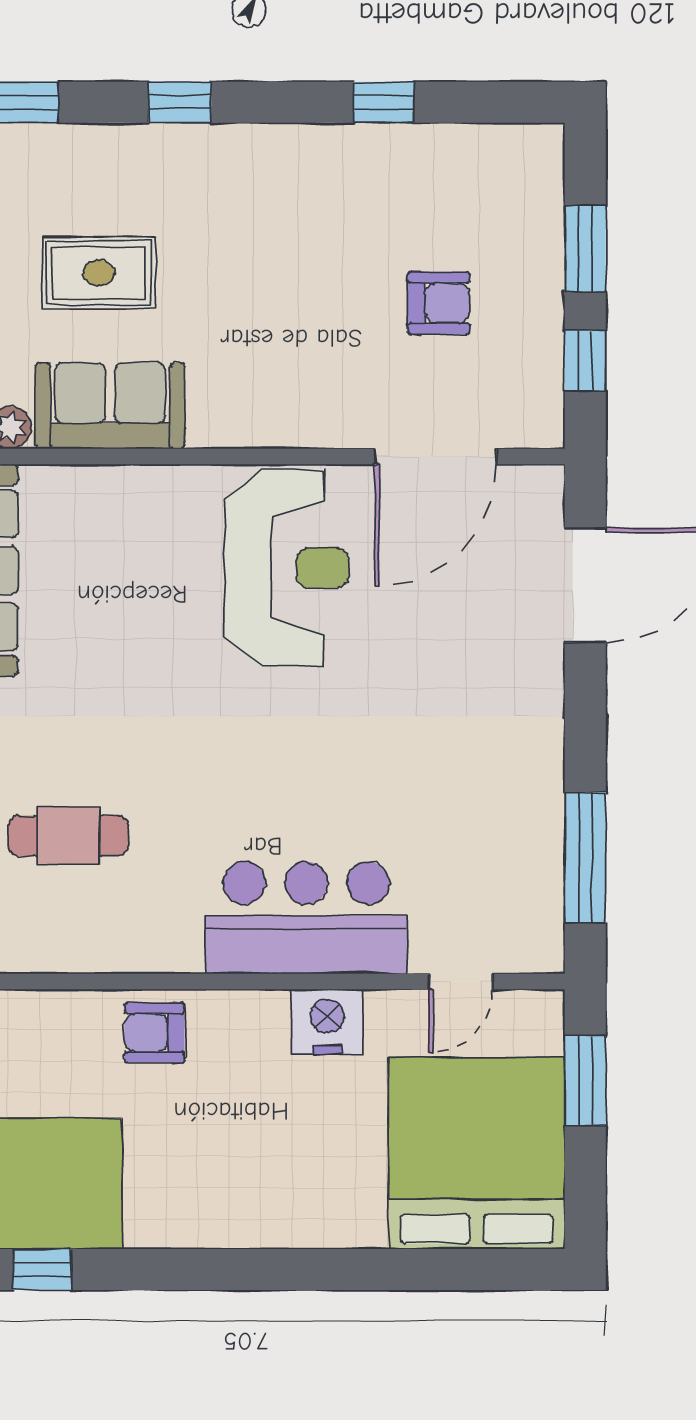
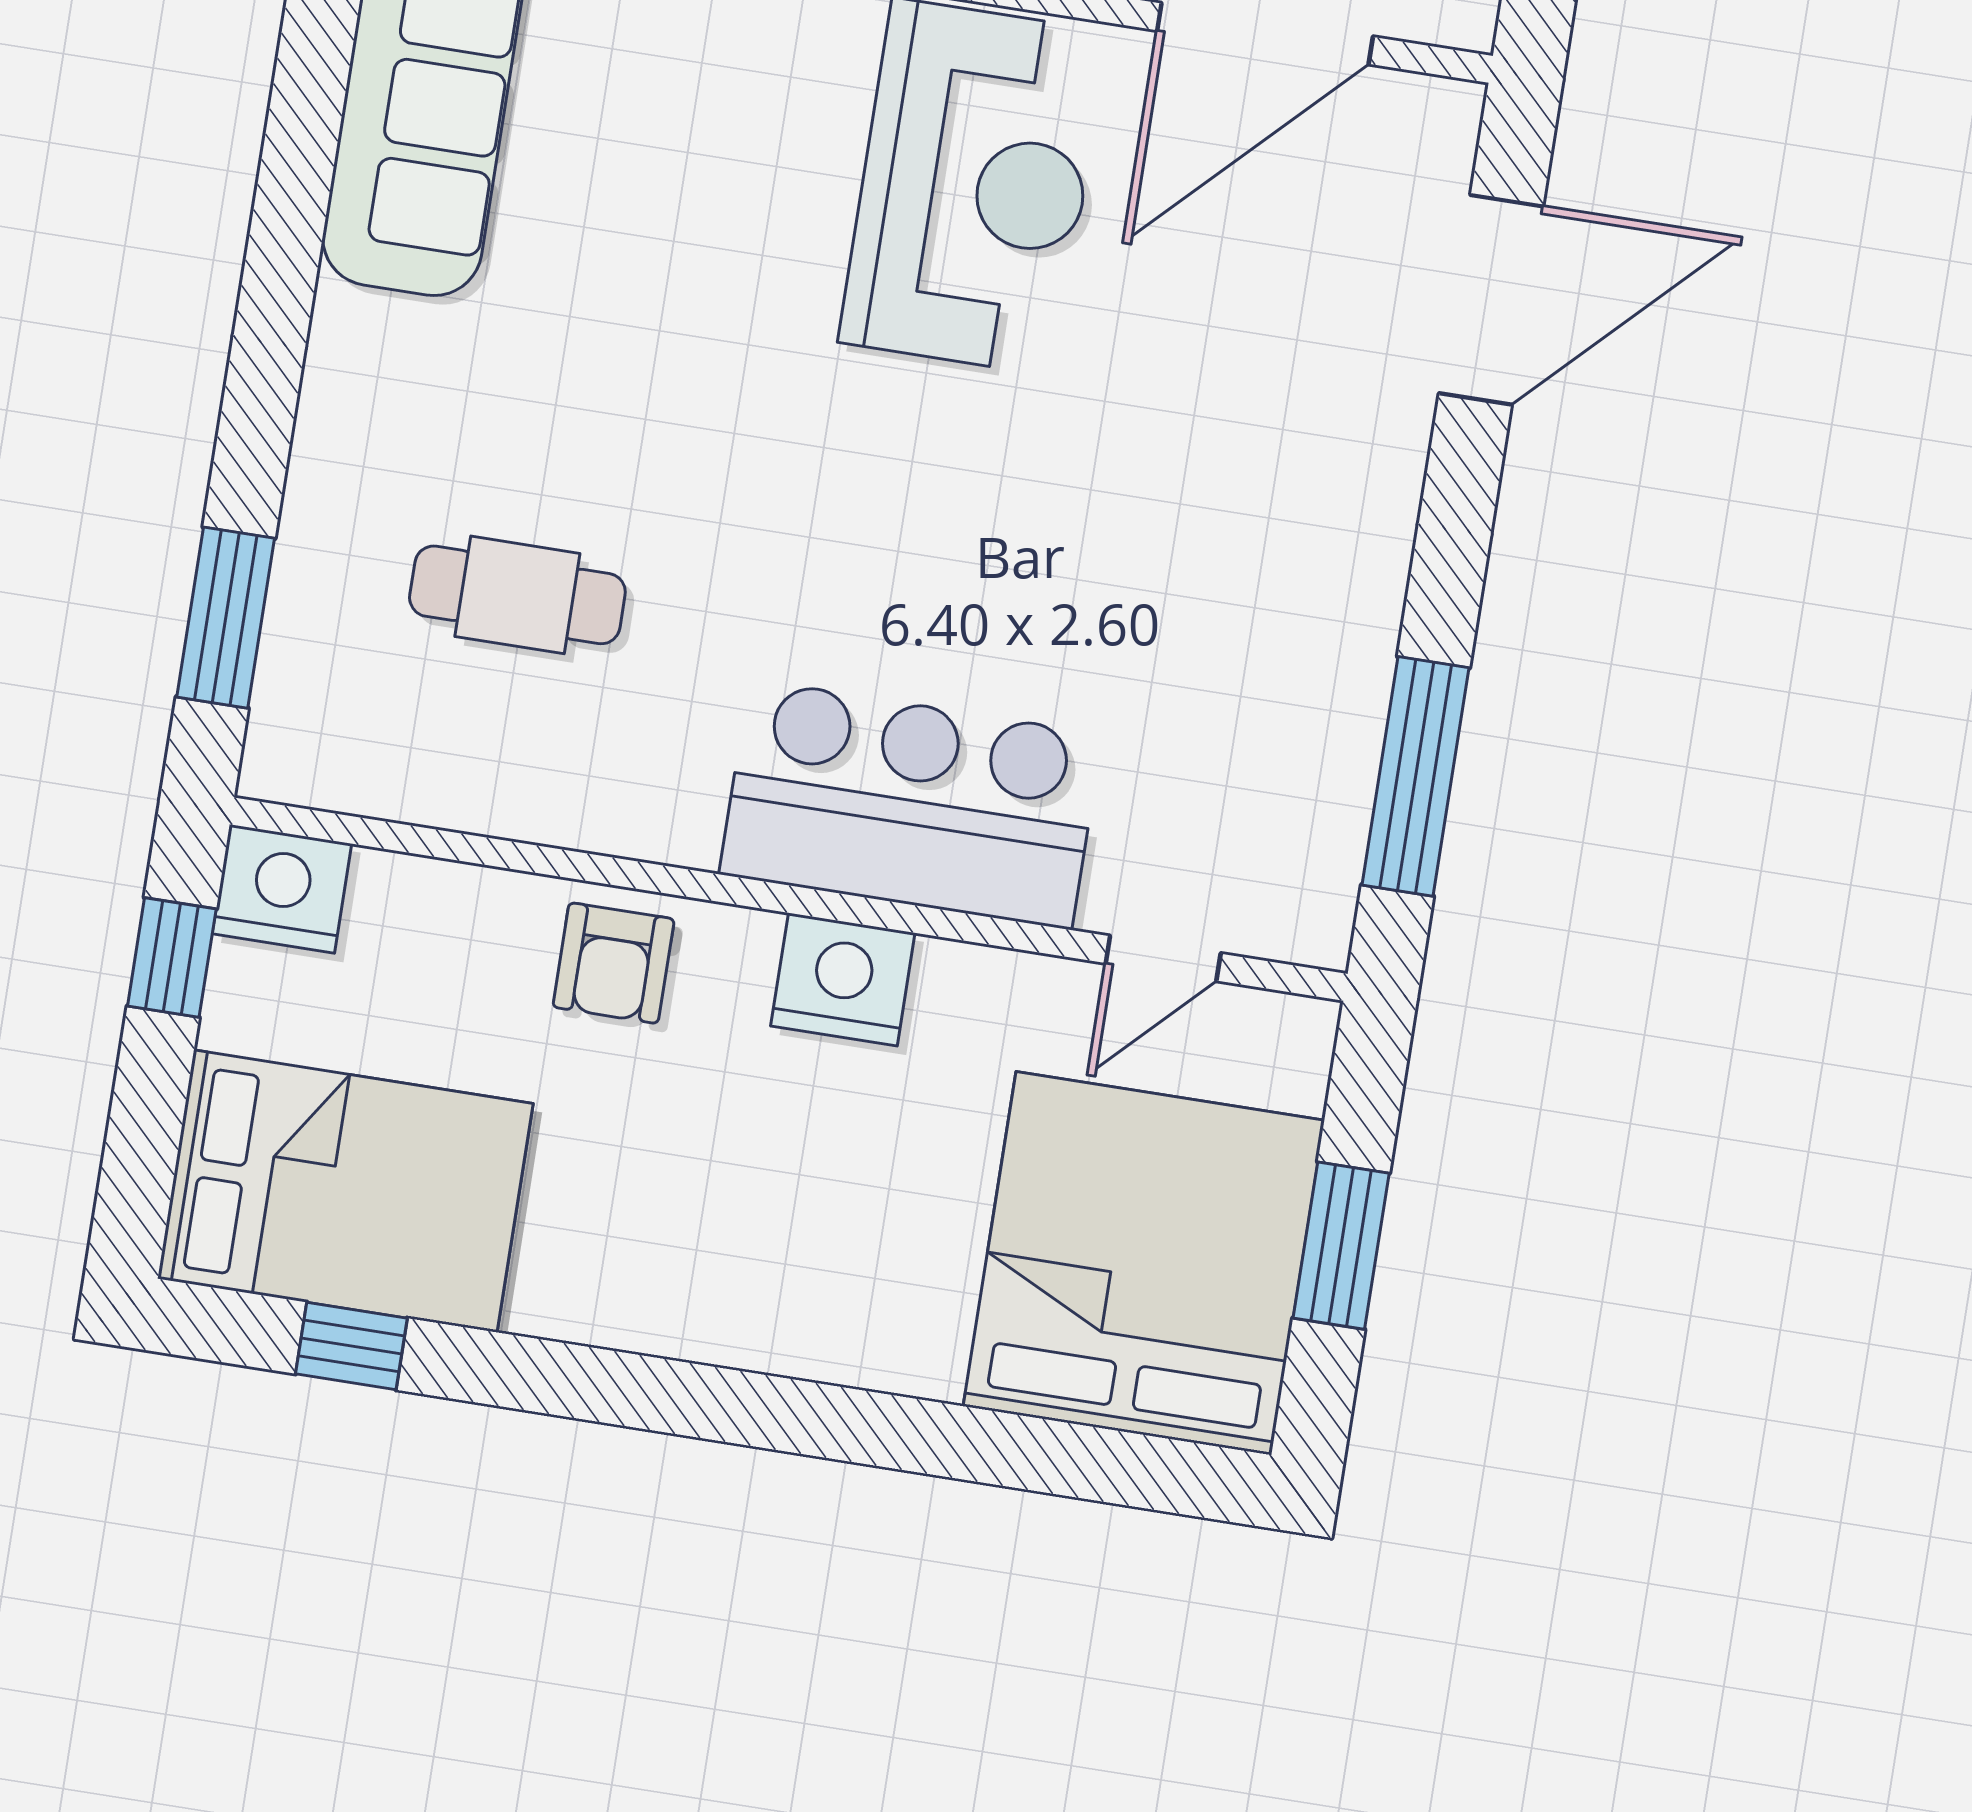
nightstand: (327, 1022) -> (843, 980), moved
armchair: (154, 1033) -> (614, 963), turned -90
window: (585, 1081) -> (1341, 1246), moved

